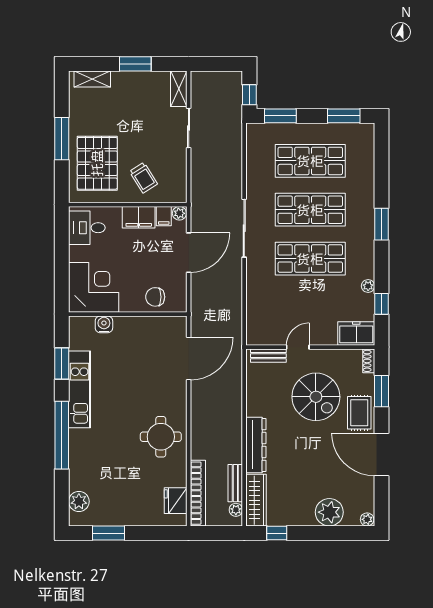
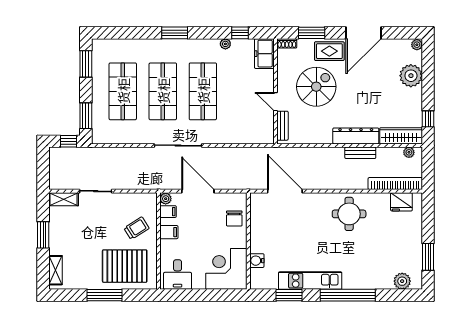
filing cabinet: (139, 217) -> (169, 232), width x0.50
bench: (235, 483) -> (360, 153), moved

